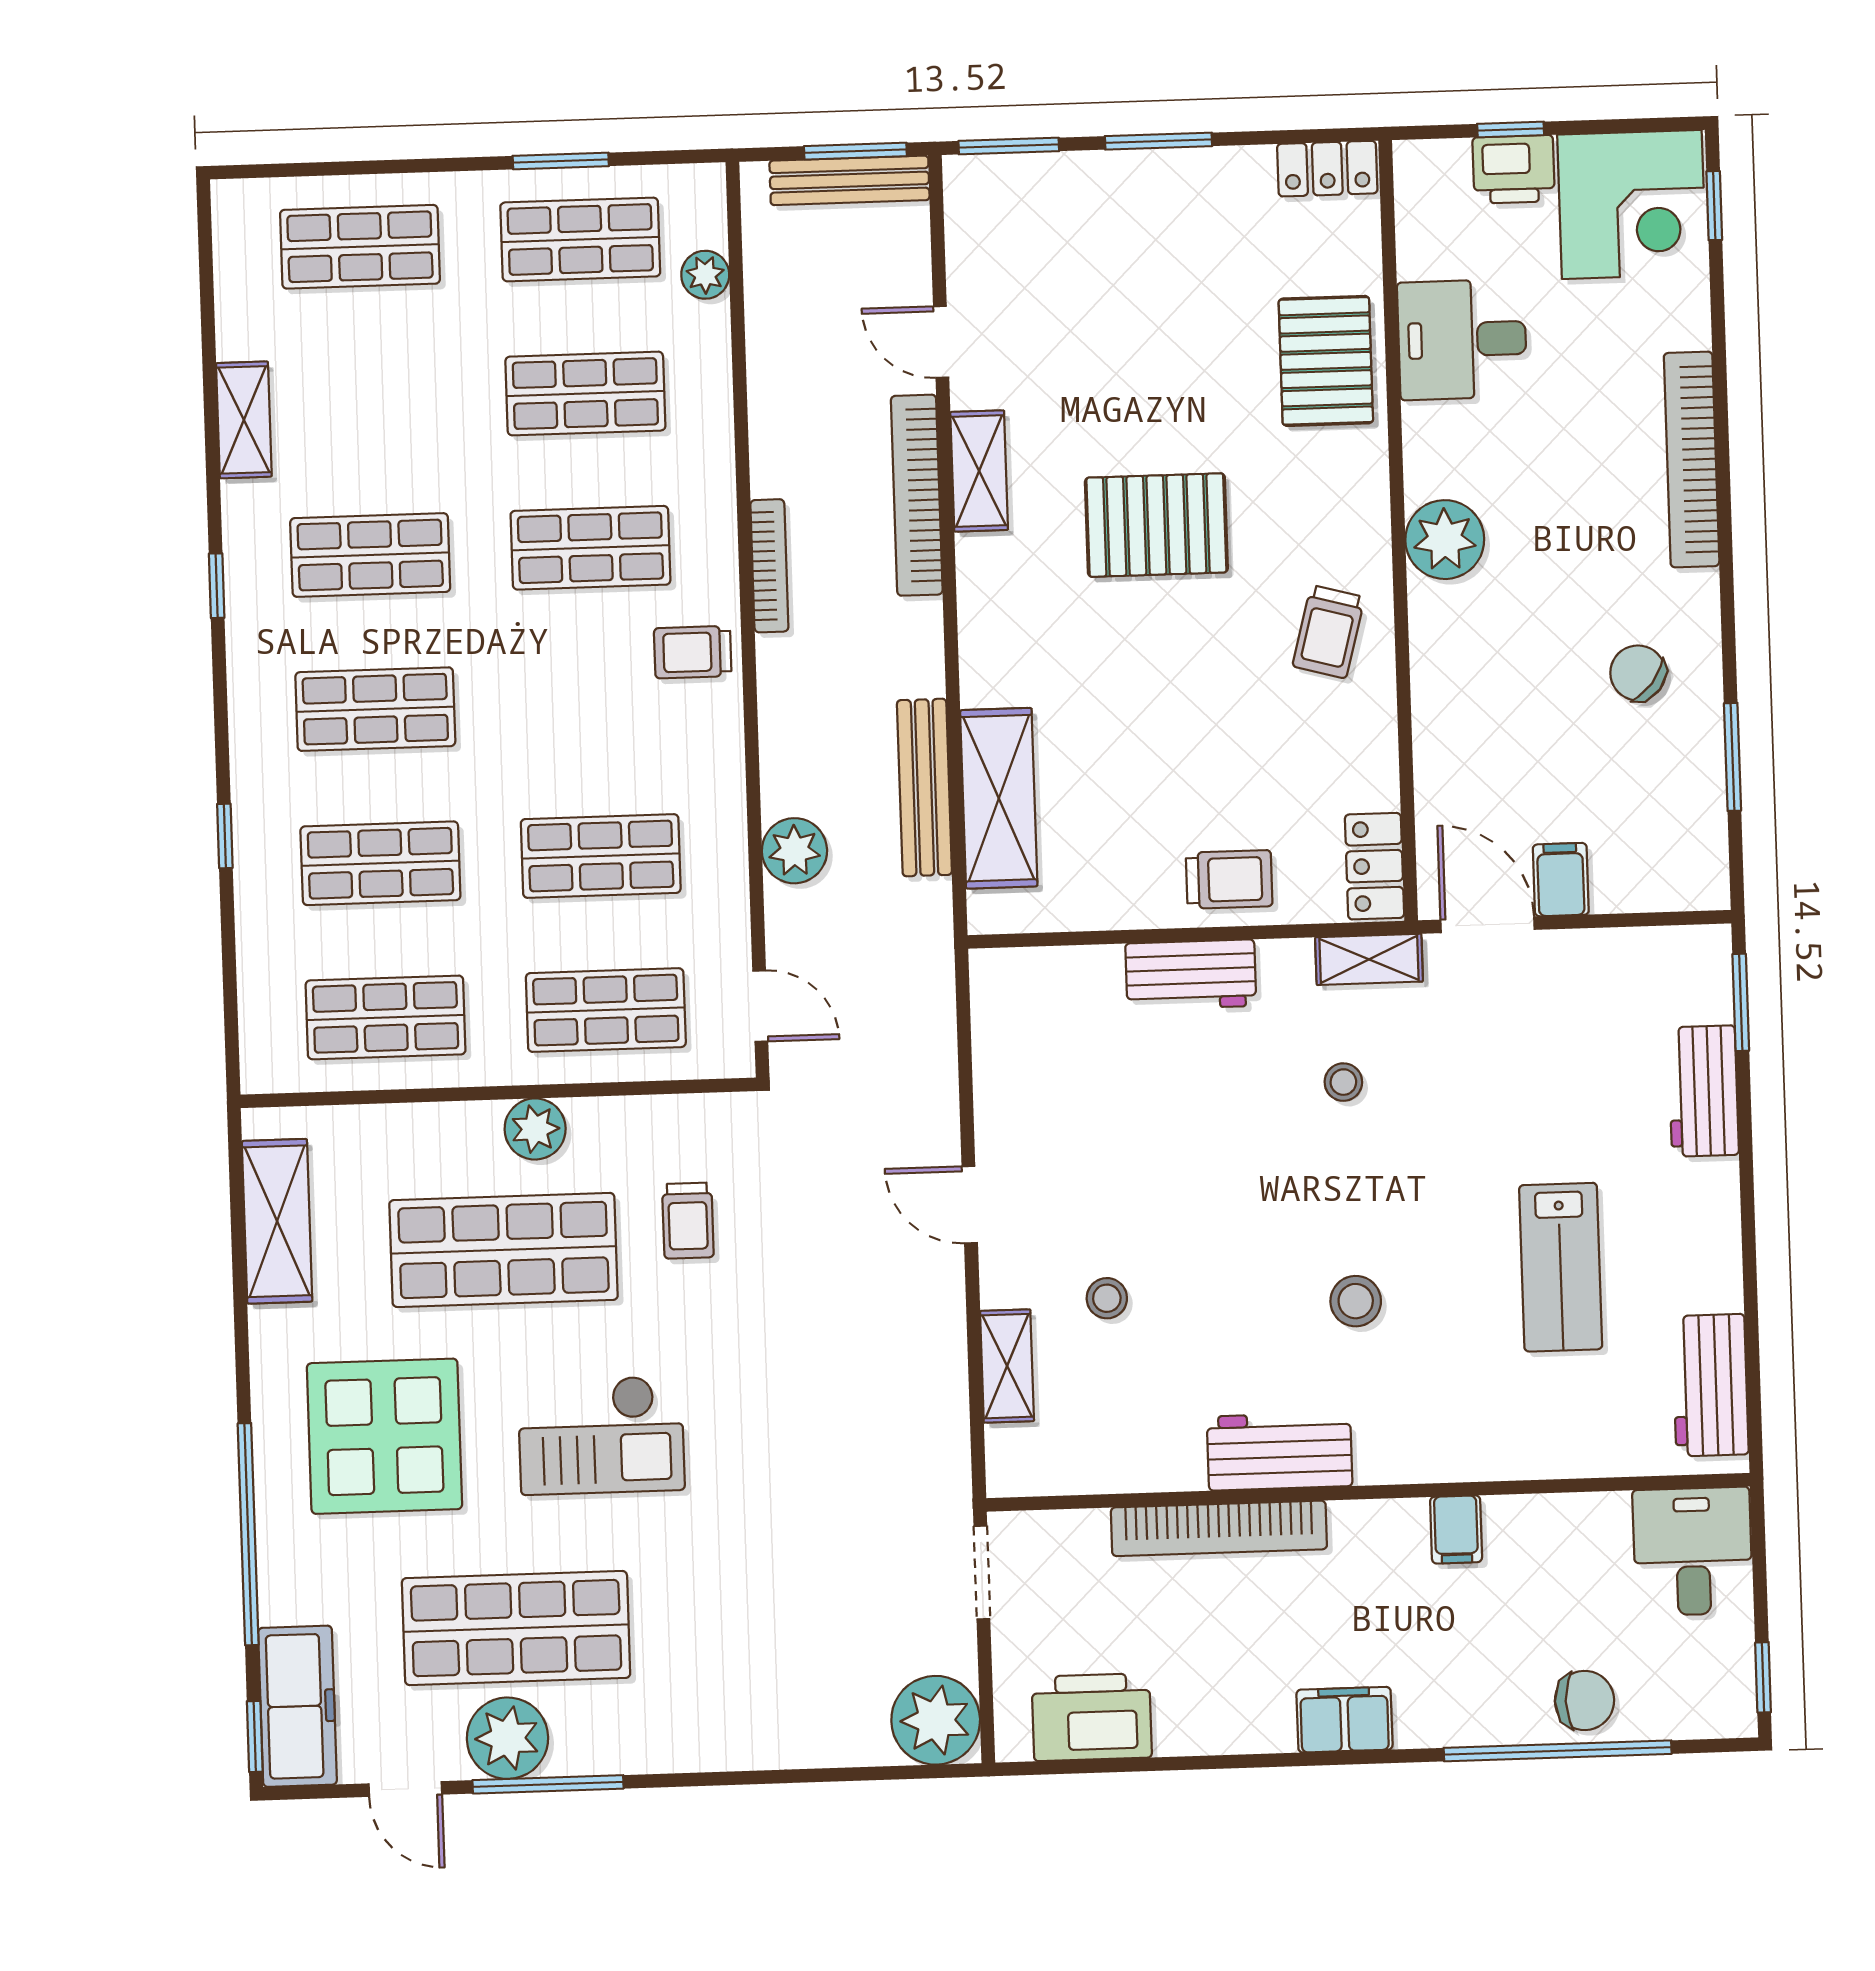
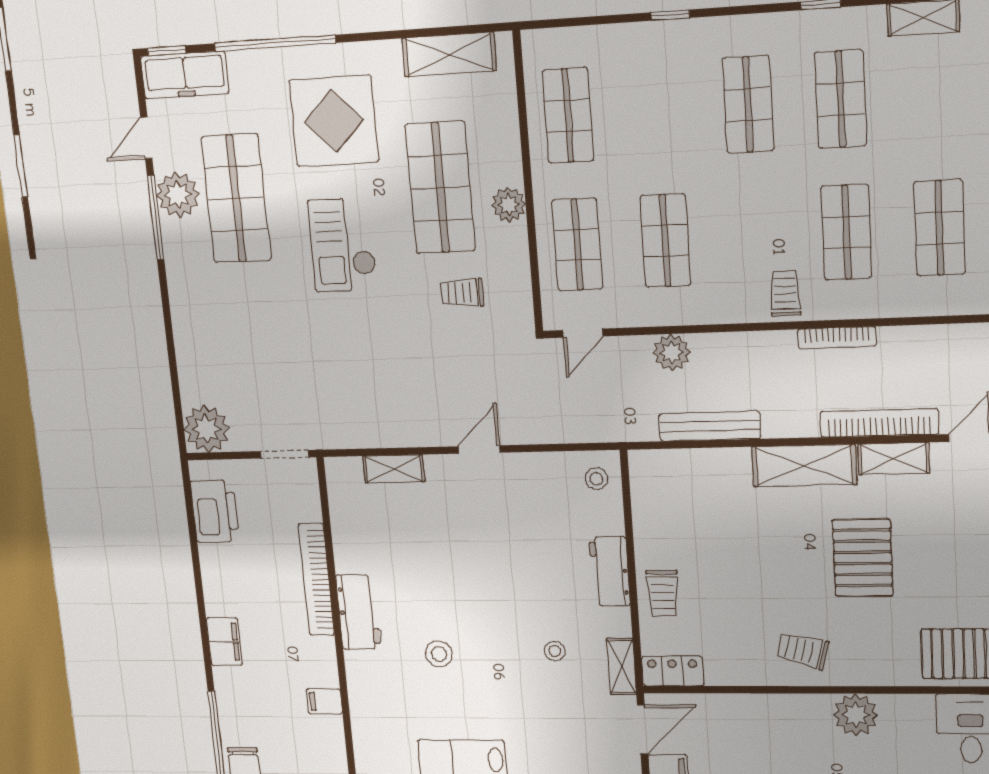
shelving: (999, 798) -> (804, 466), moved
shop shelf: (380, 863) -> (657, 110), removed
stool: (1107, 1298) -> (596, 479), moved

